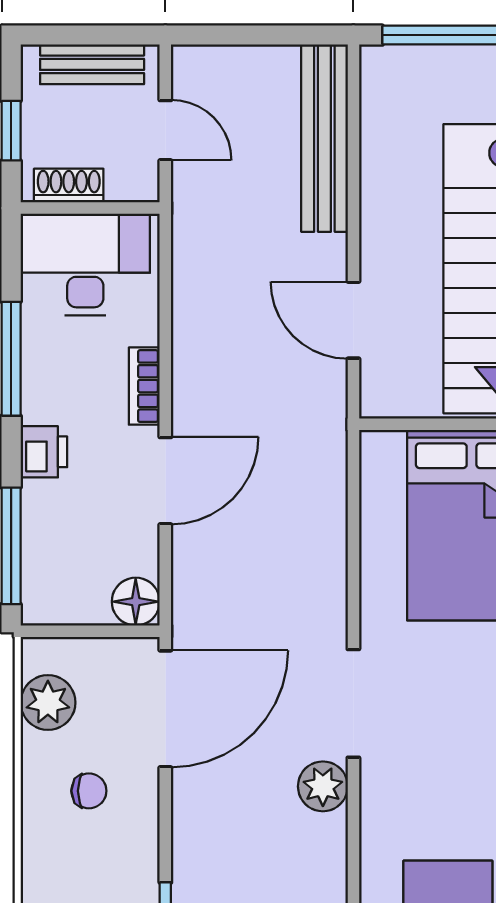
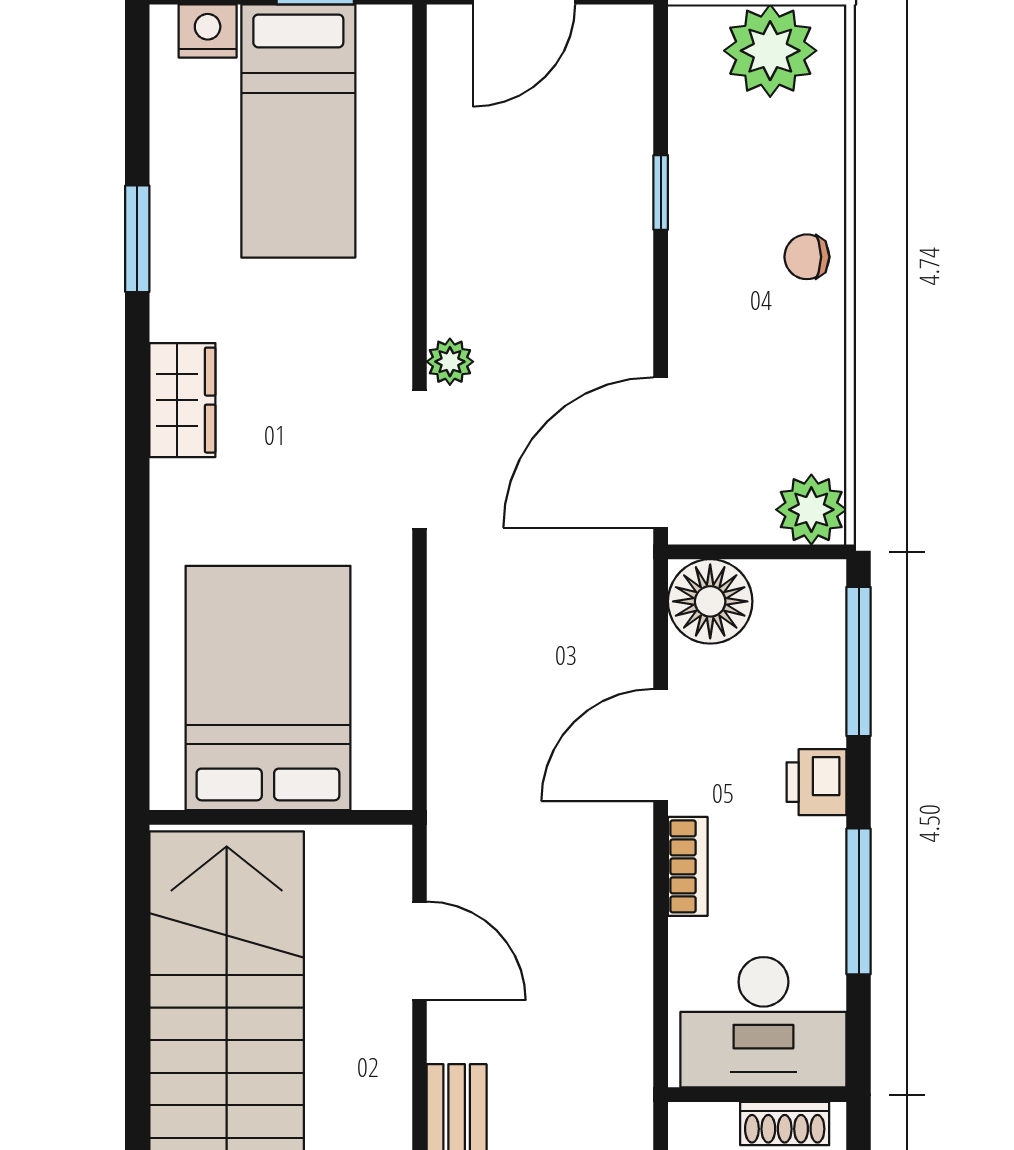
floor lamp: (136, 602) -> (710, 601), width x1.38, depth x1.38
plant: (48, 703) -> (811, 510), moved
plant: (323, 786) -> (450, 362), width x0.73, depth x0.73
chair: (89, 791) -> (807, 257), moved

